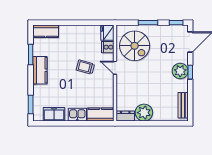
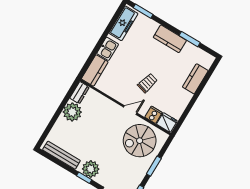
kitchen counter: (46, 31) -> (195, 79), moved
bench: (183, 105) -> (61, 155), width x1.36
freezer: (54, 114) -> (123, 23), width x1.40

